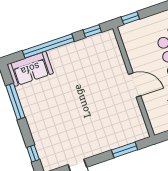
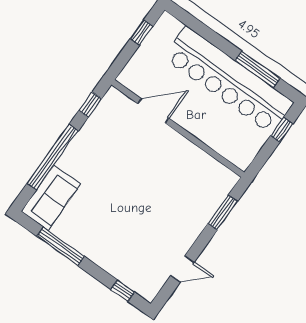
window: (130, 18) -> (141, 33), moved
door: (135, 85) -> (153, 111), moved

